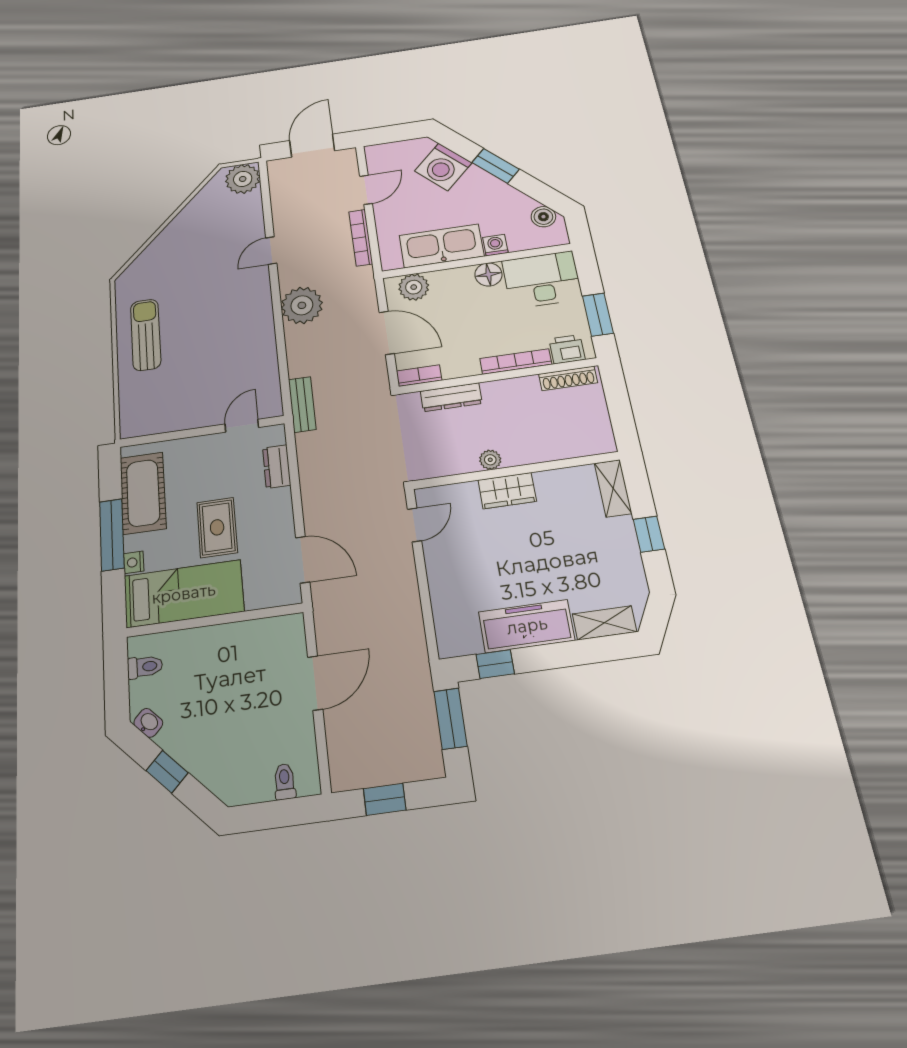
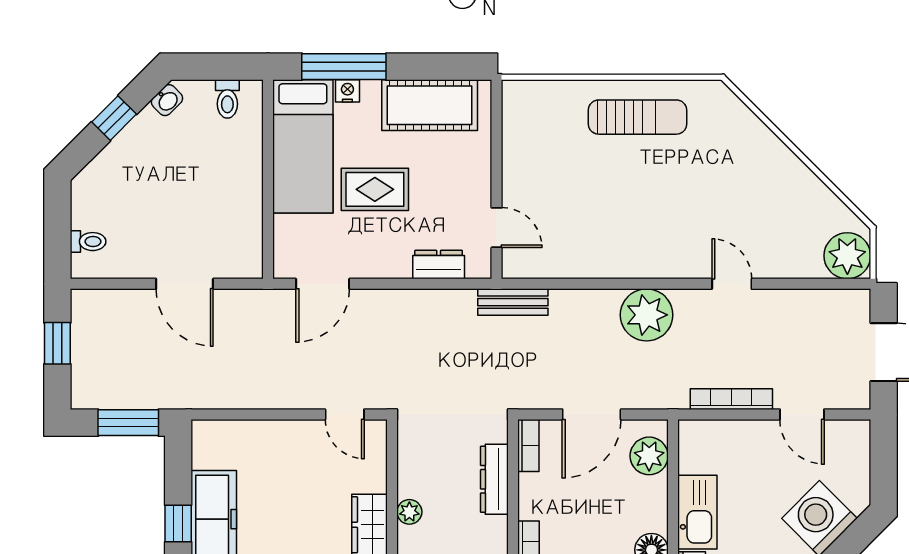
kitchen sink: (441, 246) -> (697, 512), width x0.73, depth x0.81
window: (112, 535) -> (344, 67), moved
window: (495, 664) -> (178, 524), moved

